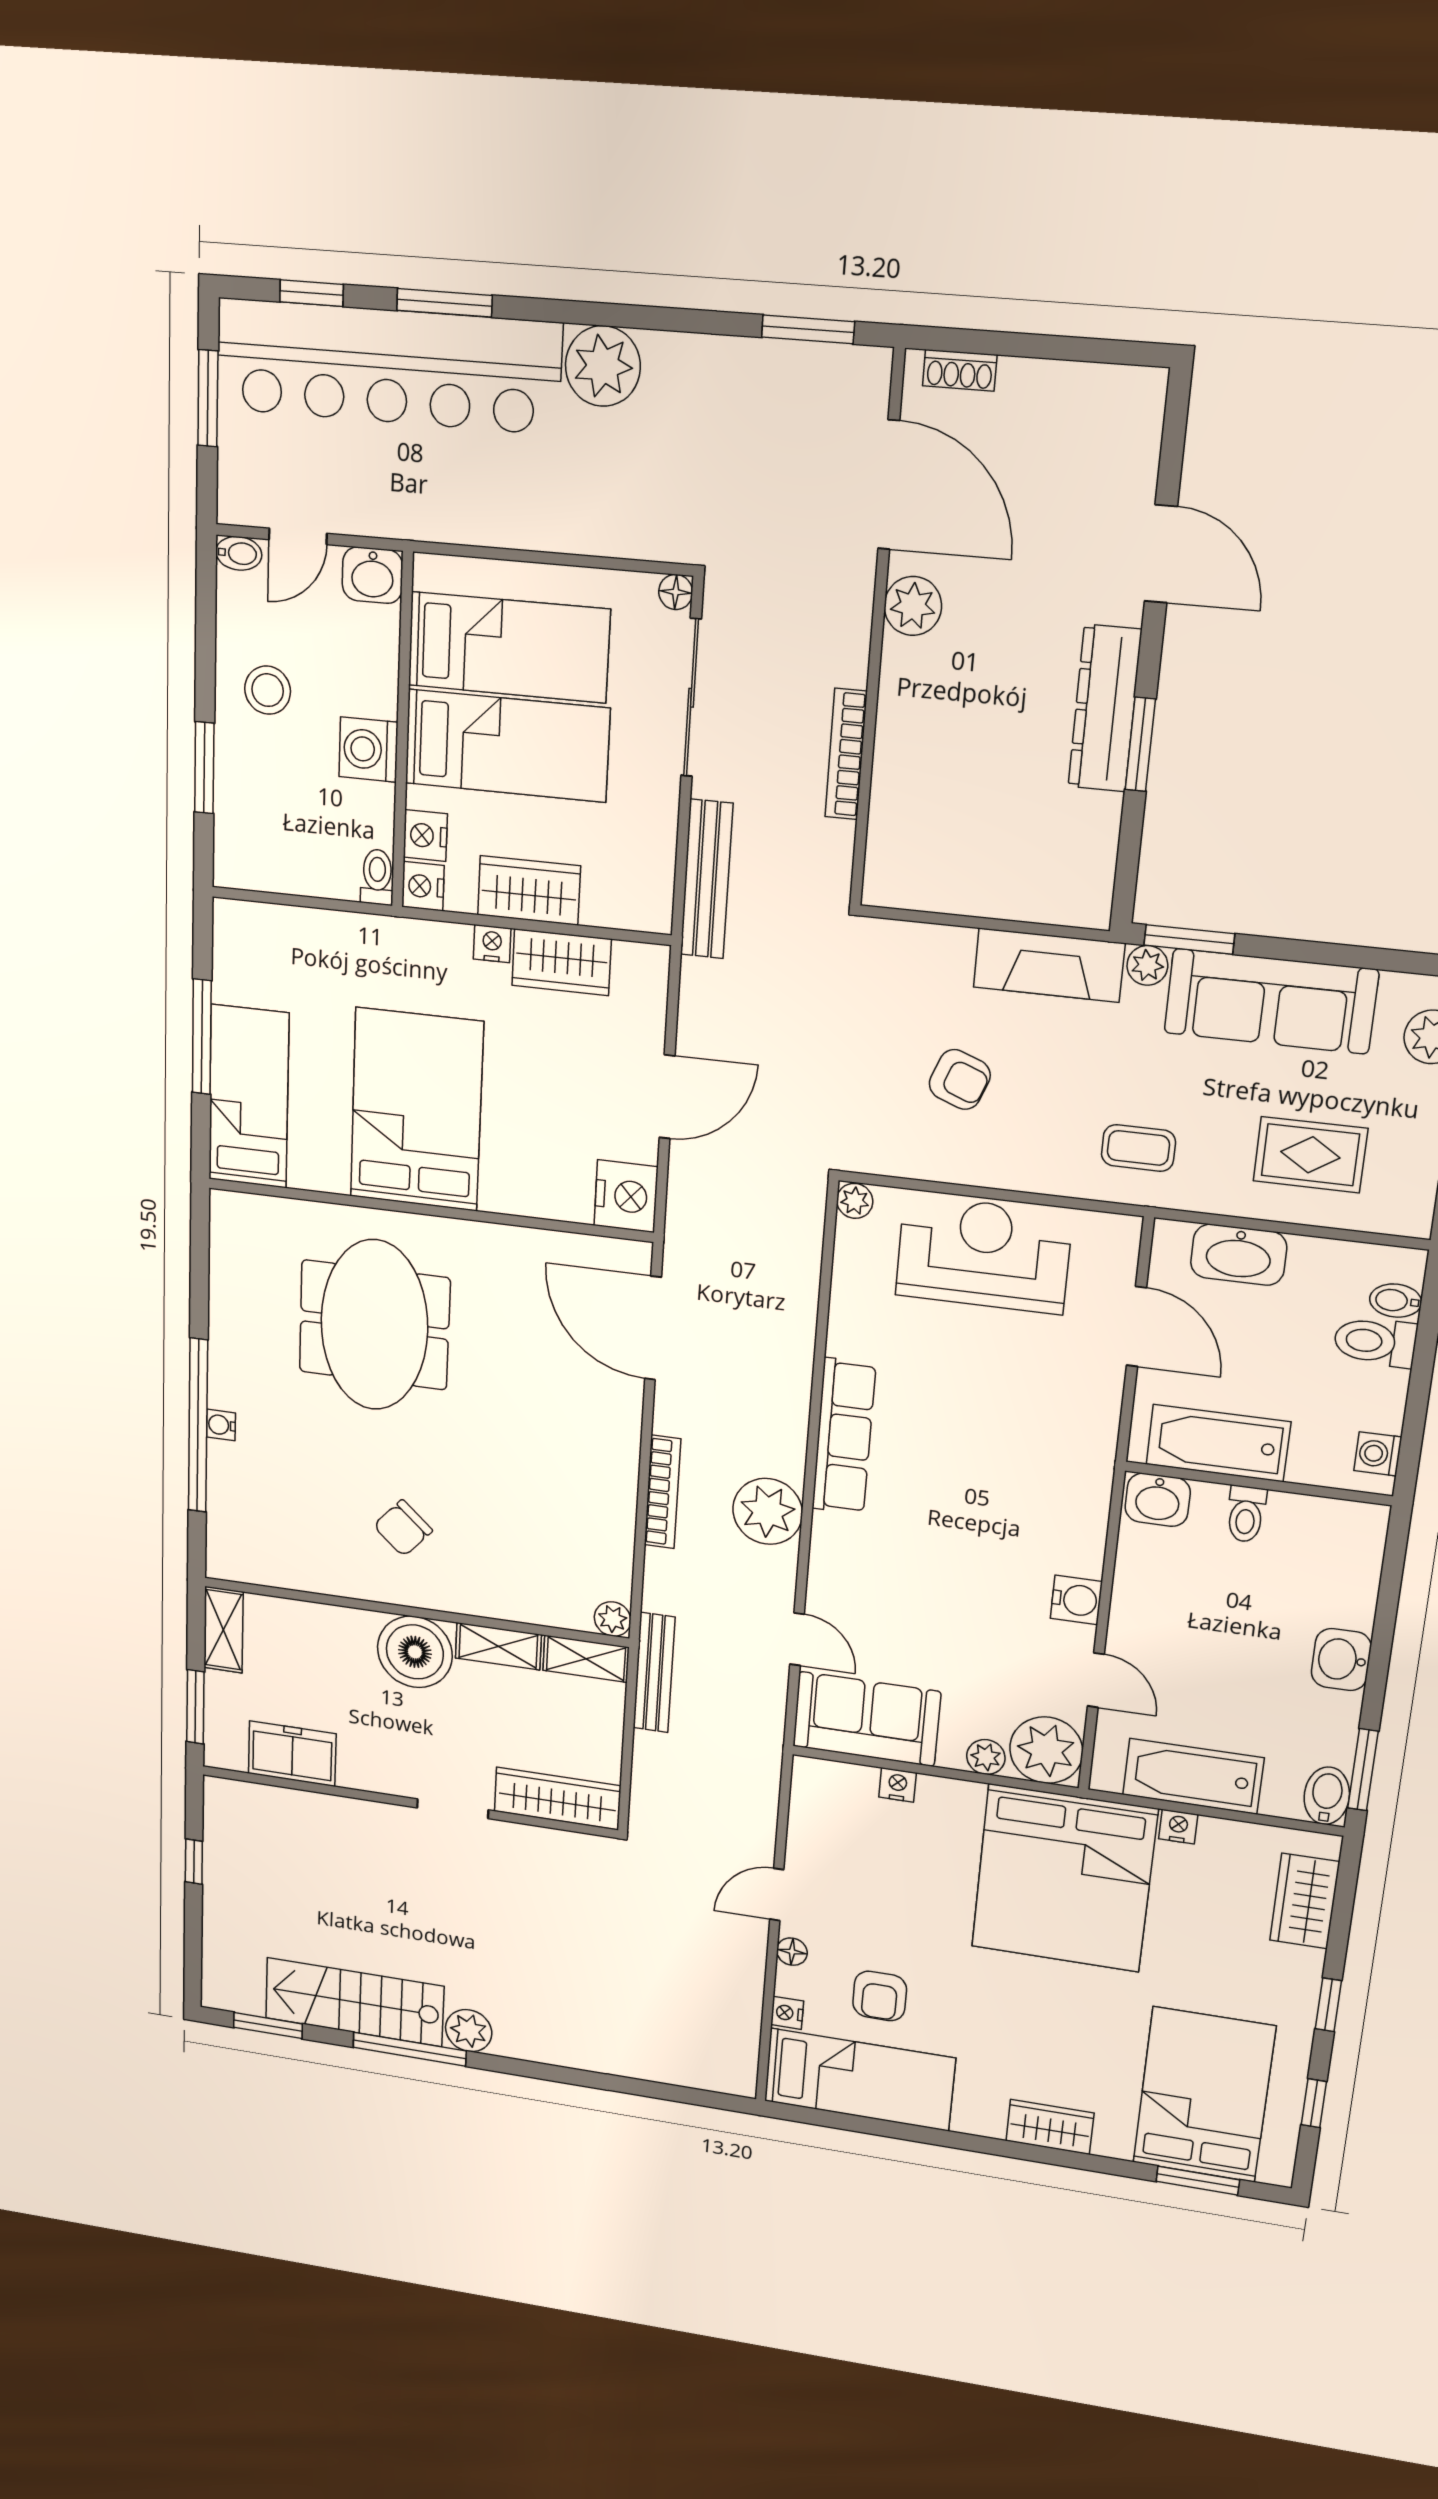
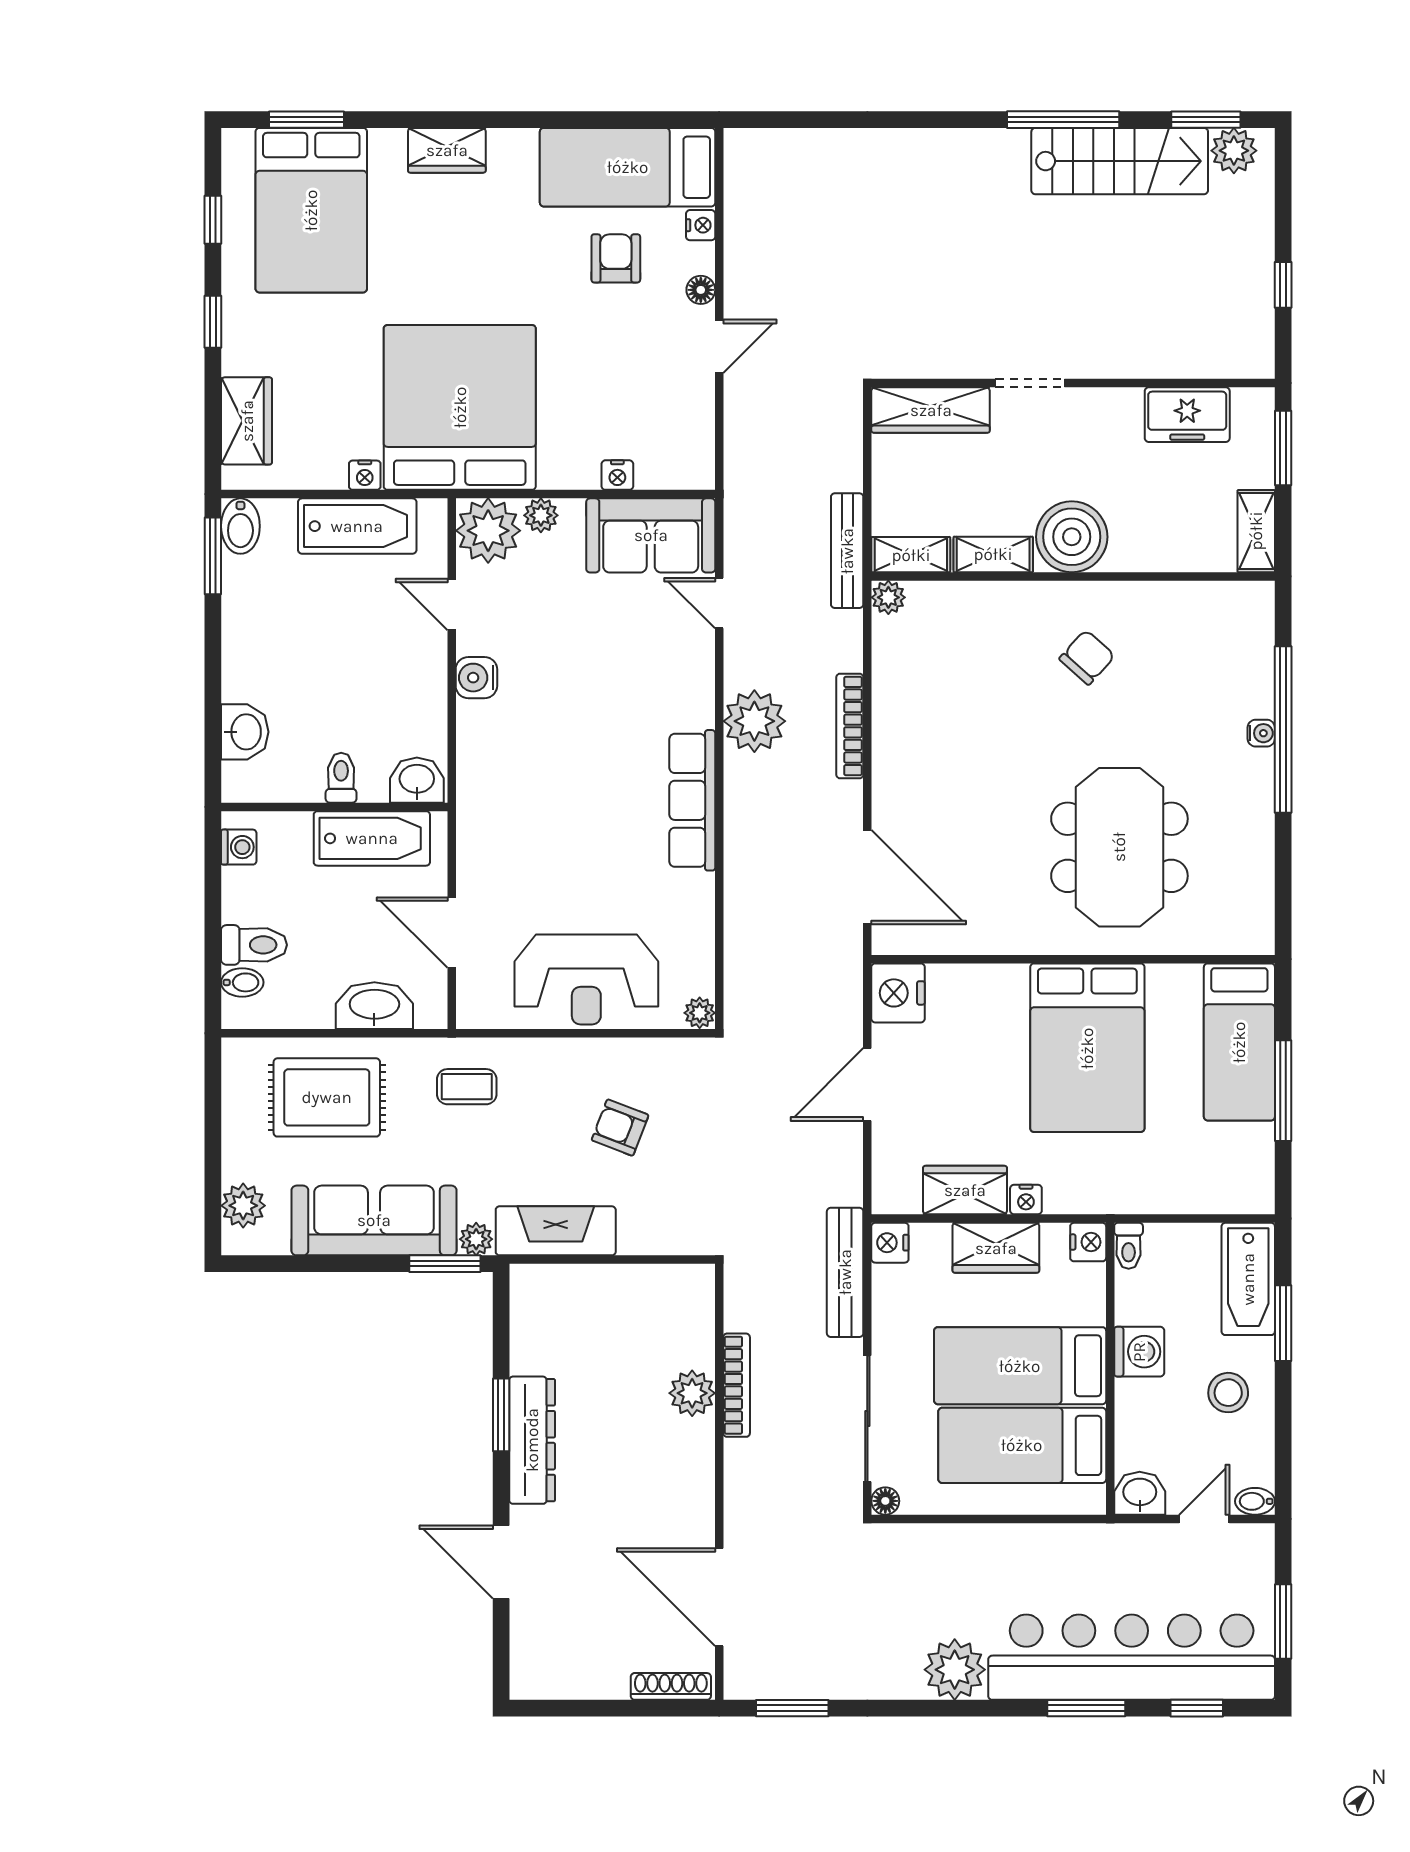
shoe rack: (960, 370) -> (671, 1686), width x1.43
plant: (913, 606) -> (692, 1393), moved
bathtub: (243, 824) -> (1248, 1279), added
nightstand: (425, 835) -> (890, 1243), moved, turned 180
rug: (1310, 1155) -> (327, 1097), width x1.36, depth x1.43
washbasin: (1341, 1660) -> (245, 732), moved
plant: (469, 2031) -> (1234, 151), moved

